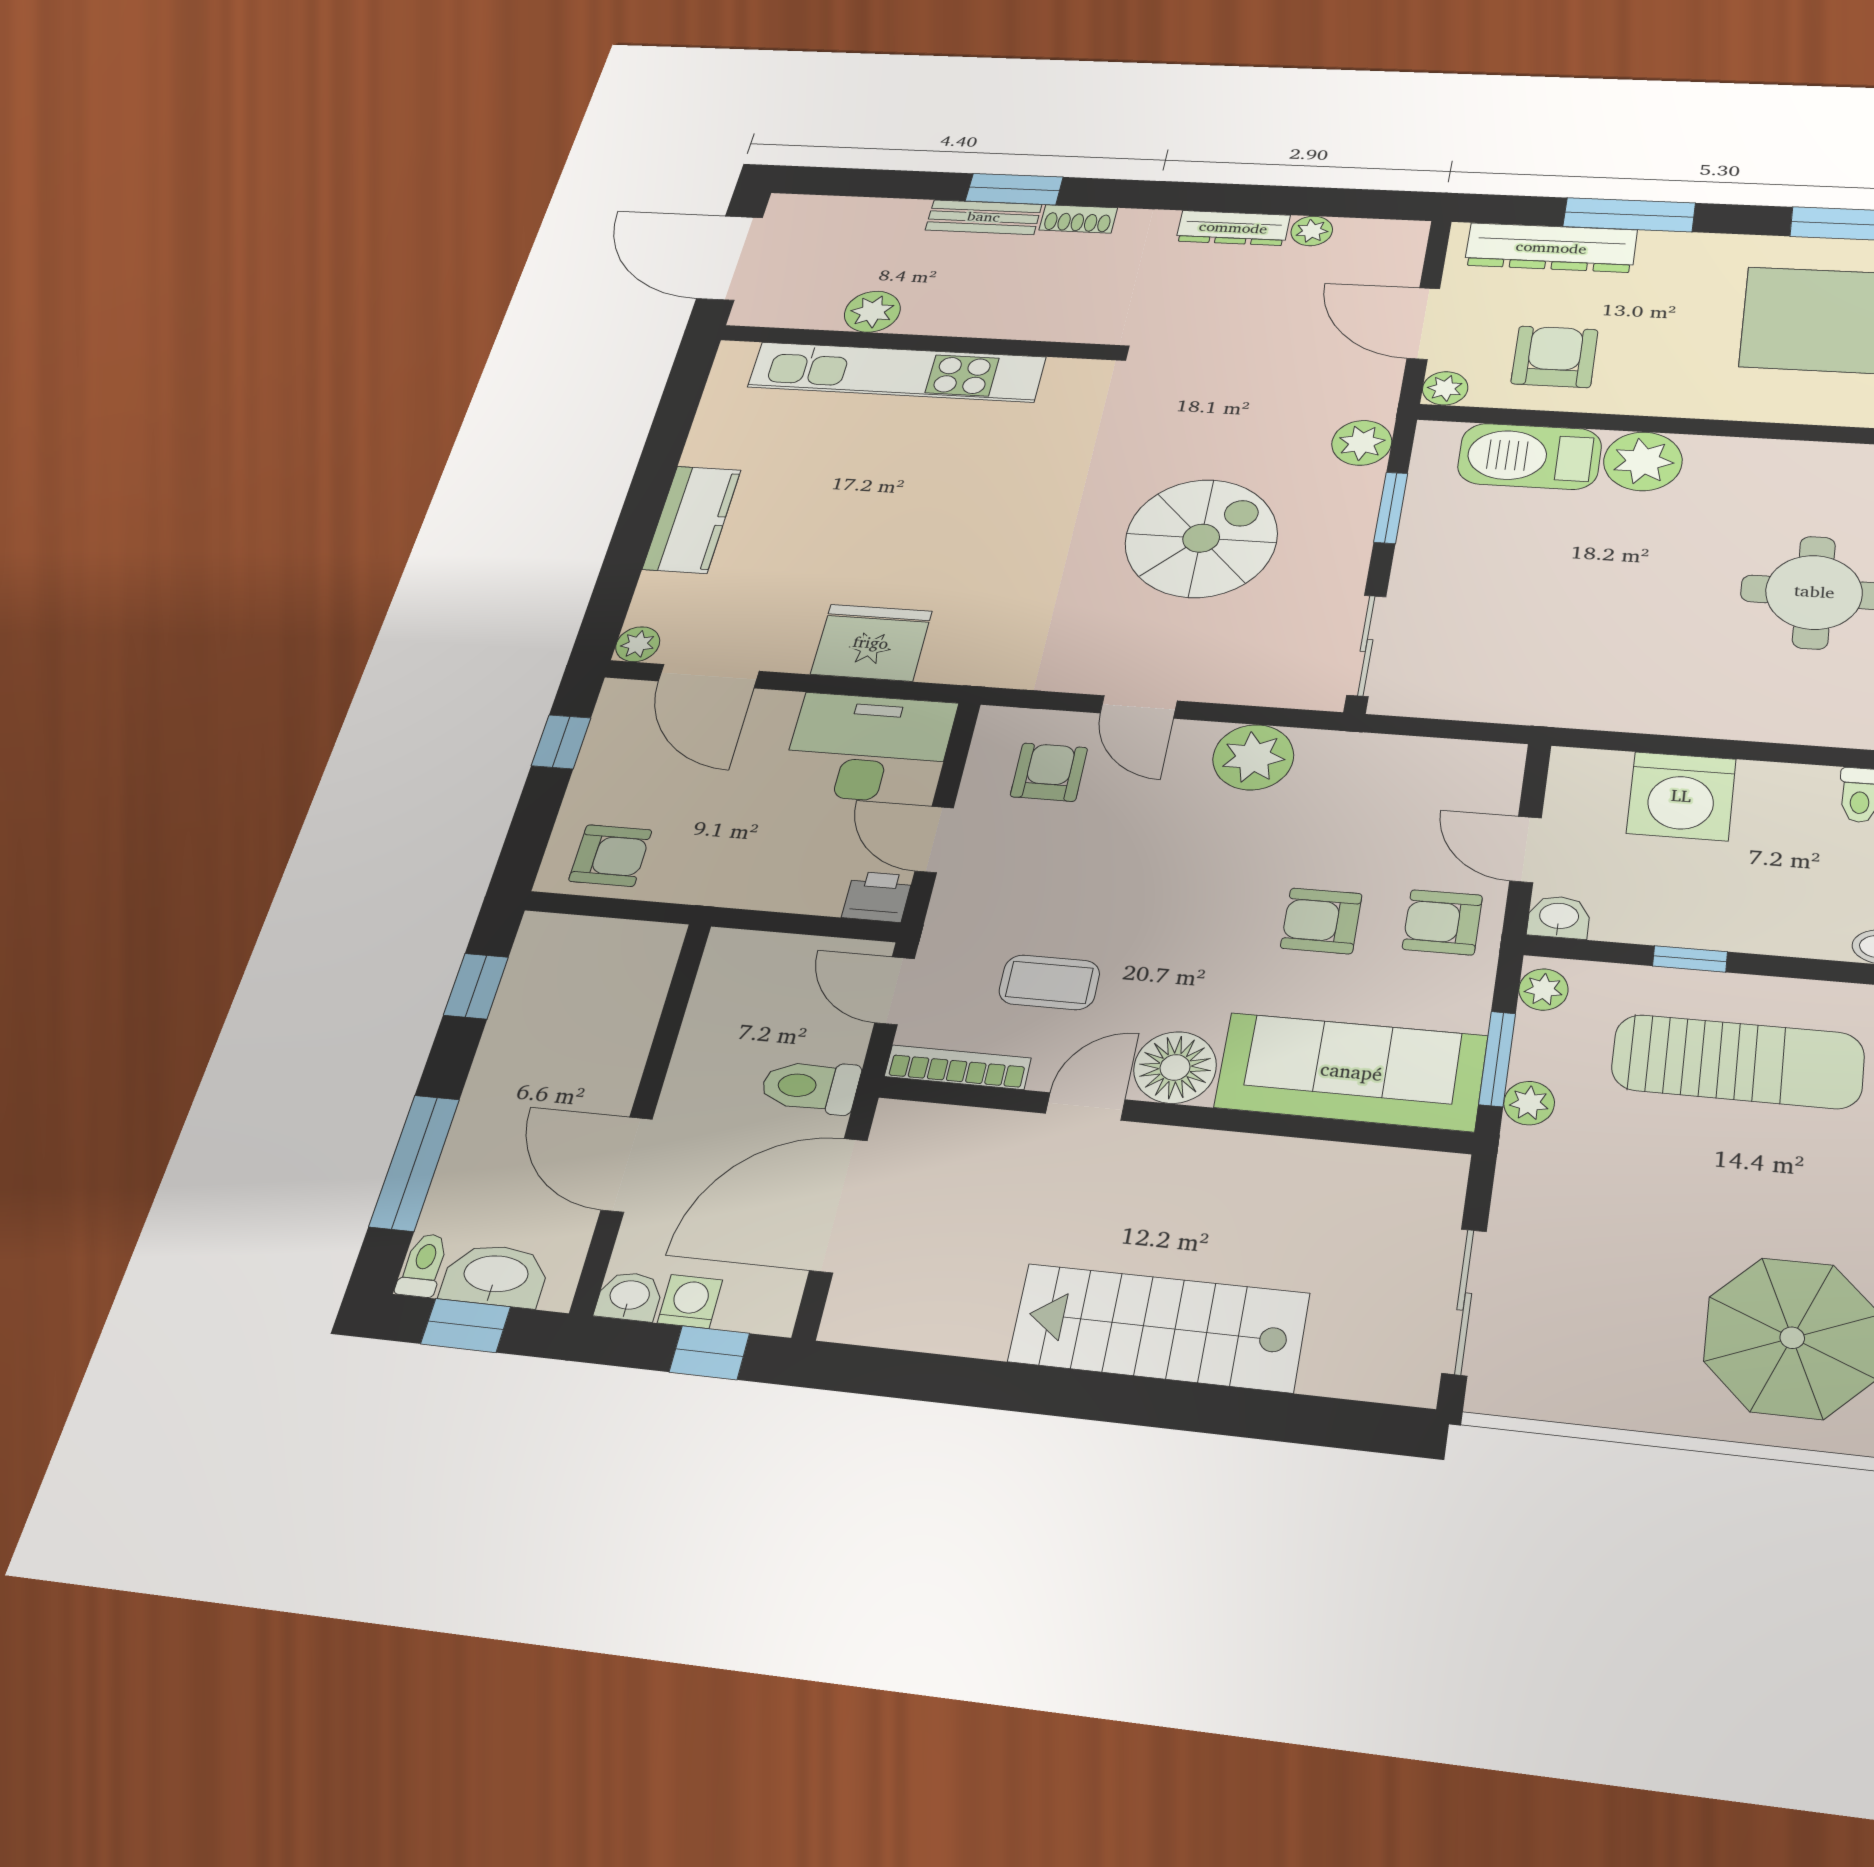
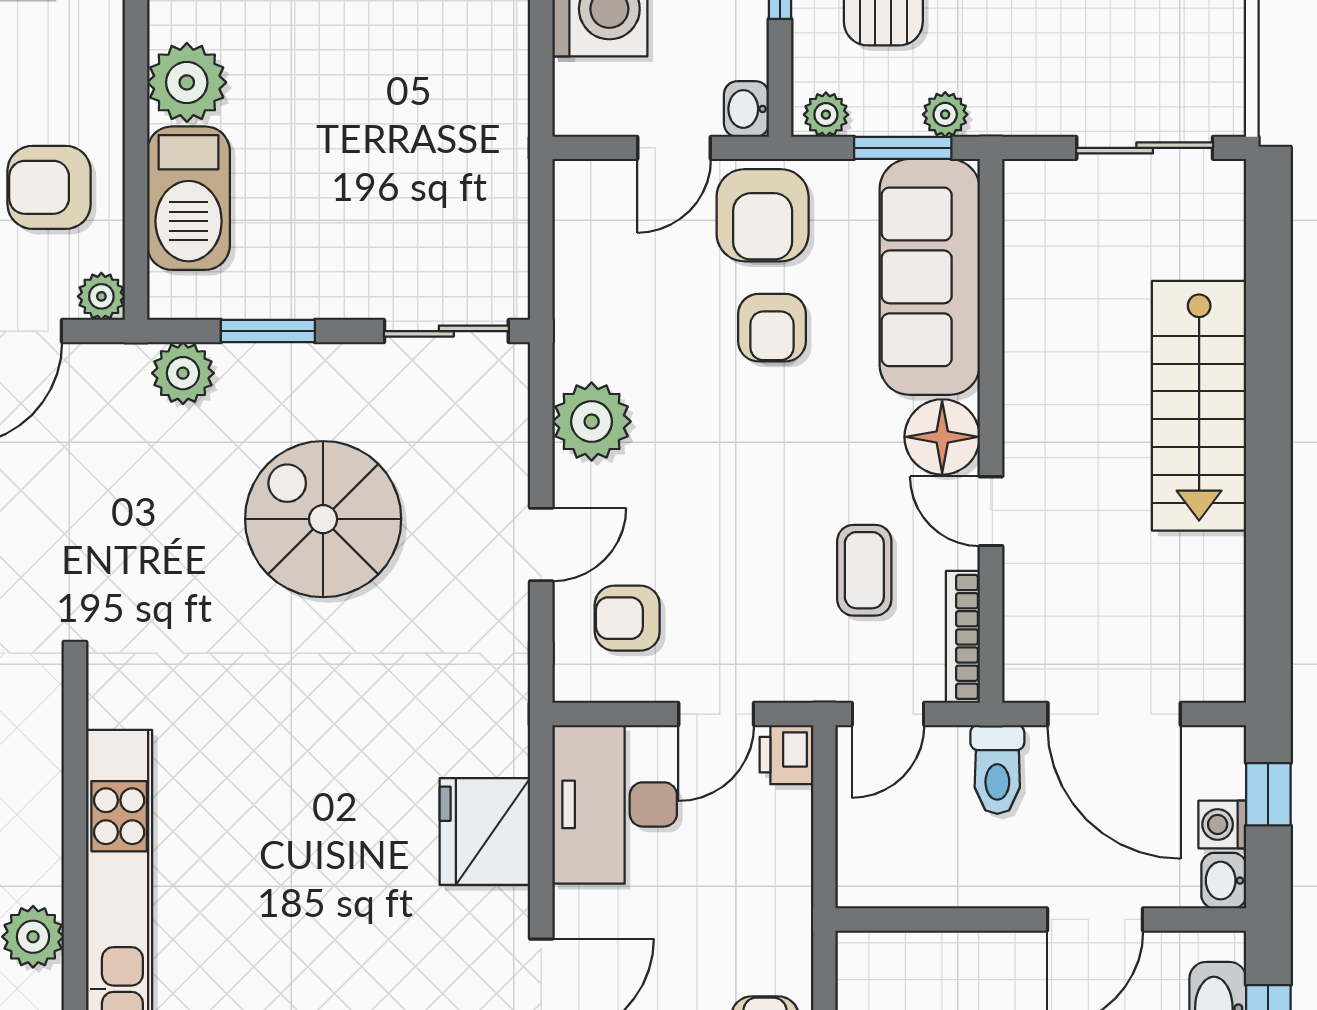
armchair: (1442, 922) -> (763, 215), width x1.38, depth x1.38

